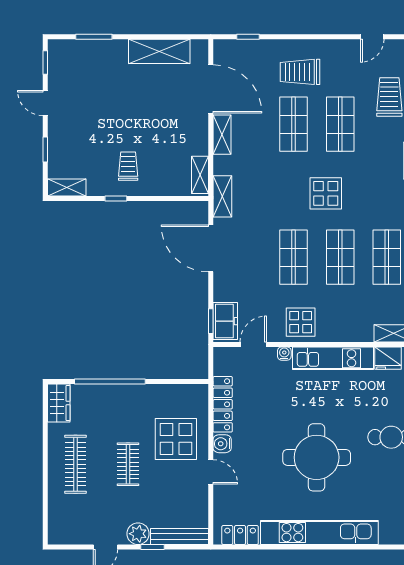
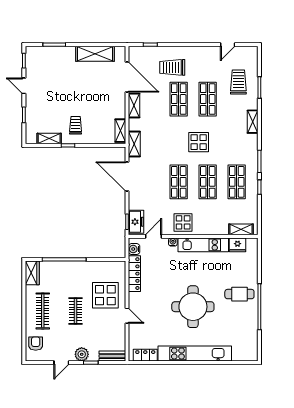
trolley: (300, 72) -> (172, 67), moved
shelving: (67, 187) -> (49, 138), moved
water cooler: (222, 444) -> (134, 249), moved
armchair: (64, 517) -> (36, 344), added
bench: (179, 537) -> (112, 356), width x0.73

